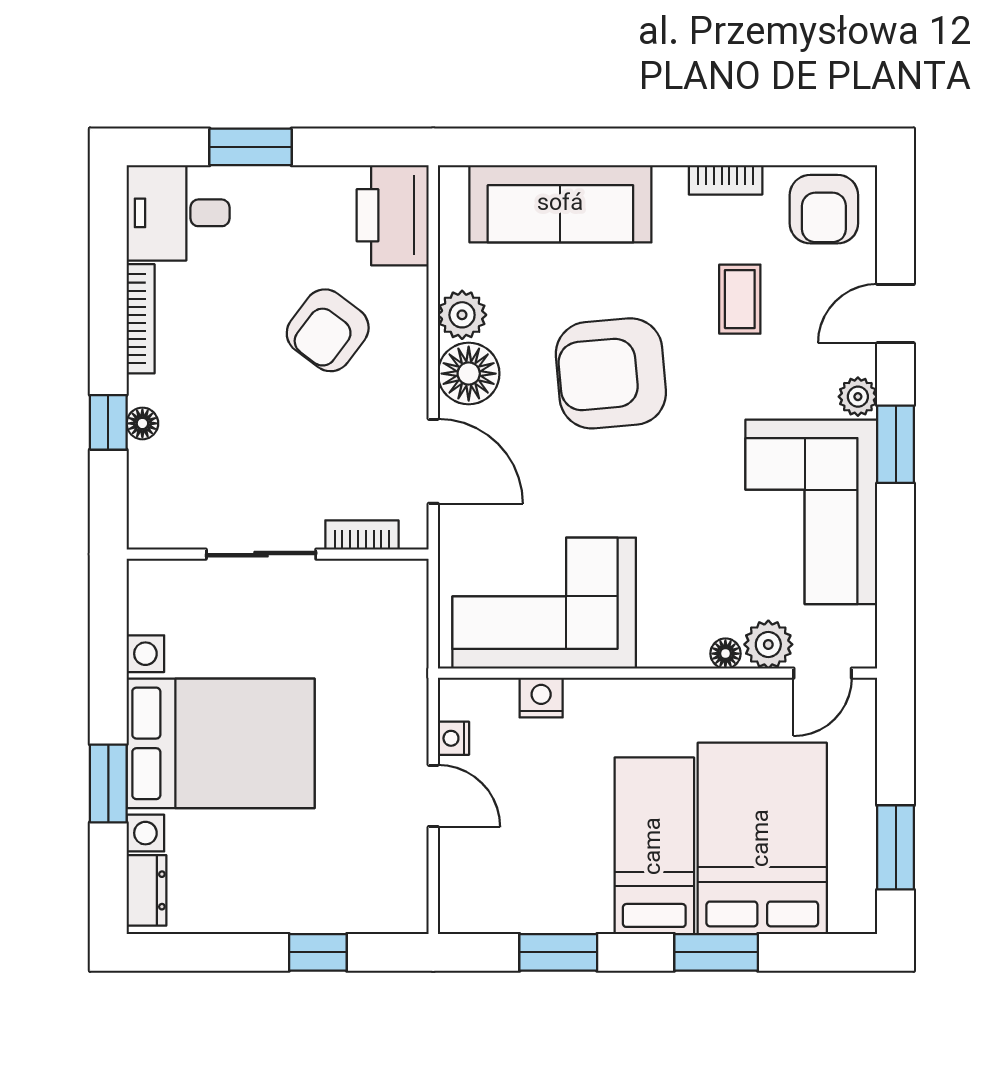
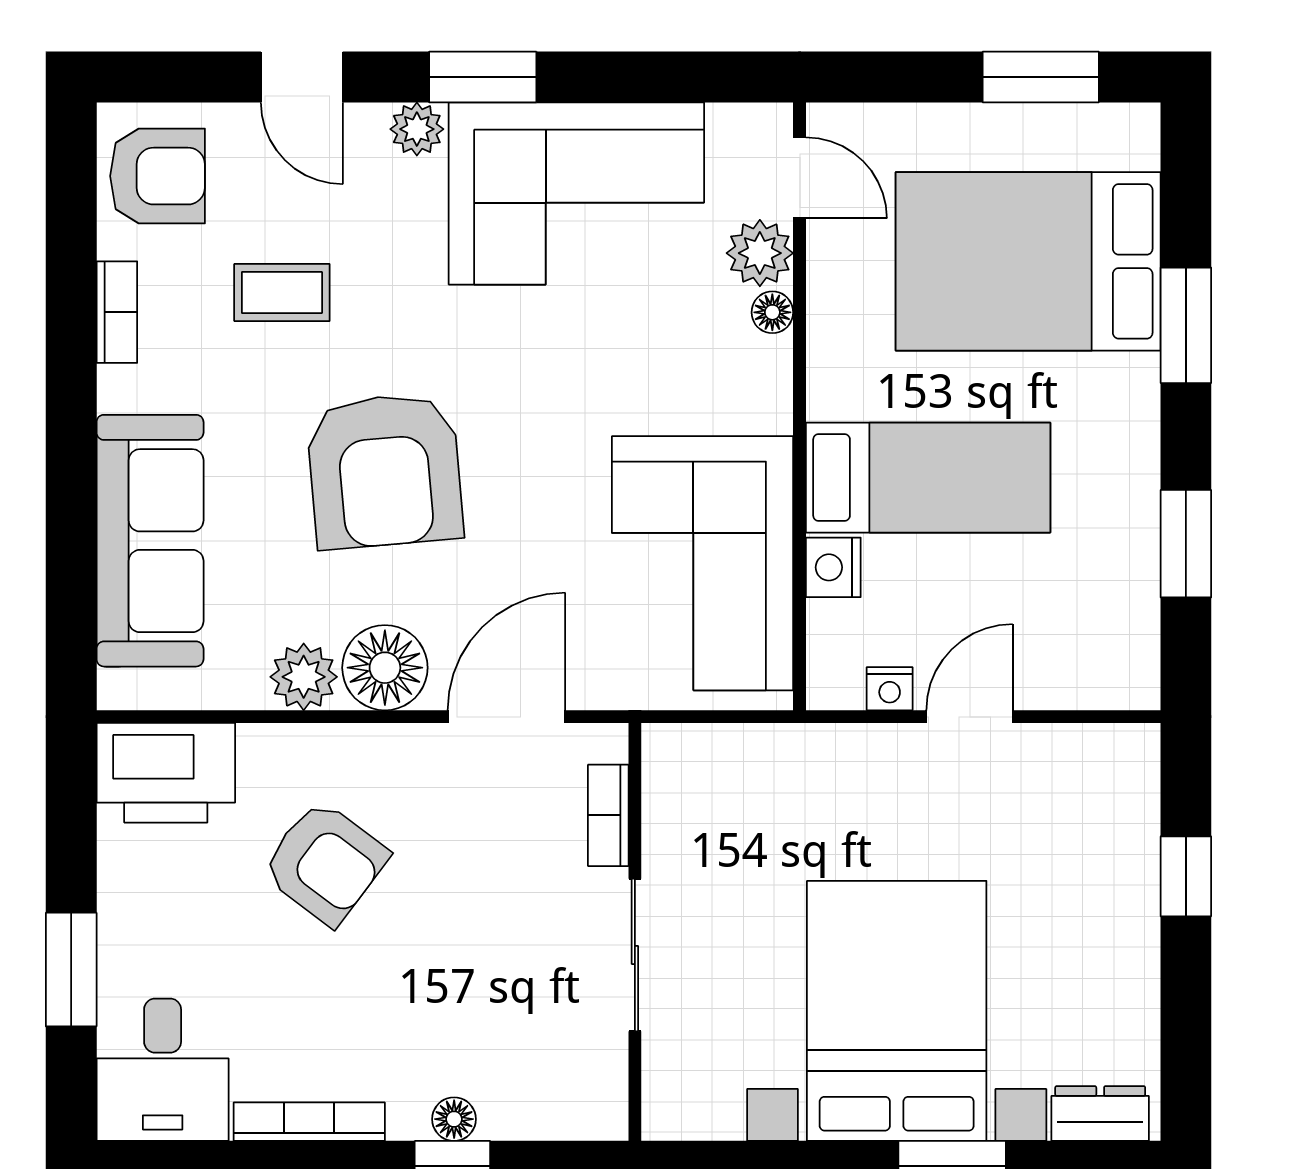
bed: (654, 846) -> (928, 478), moved, turned 180

